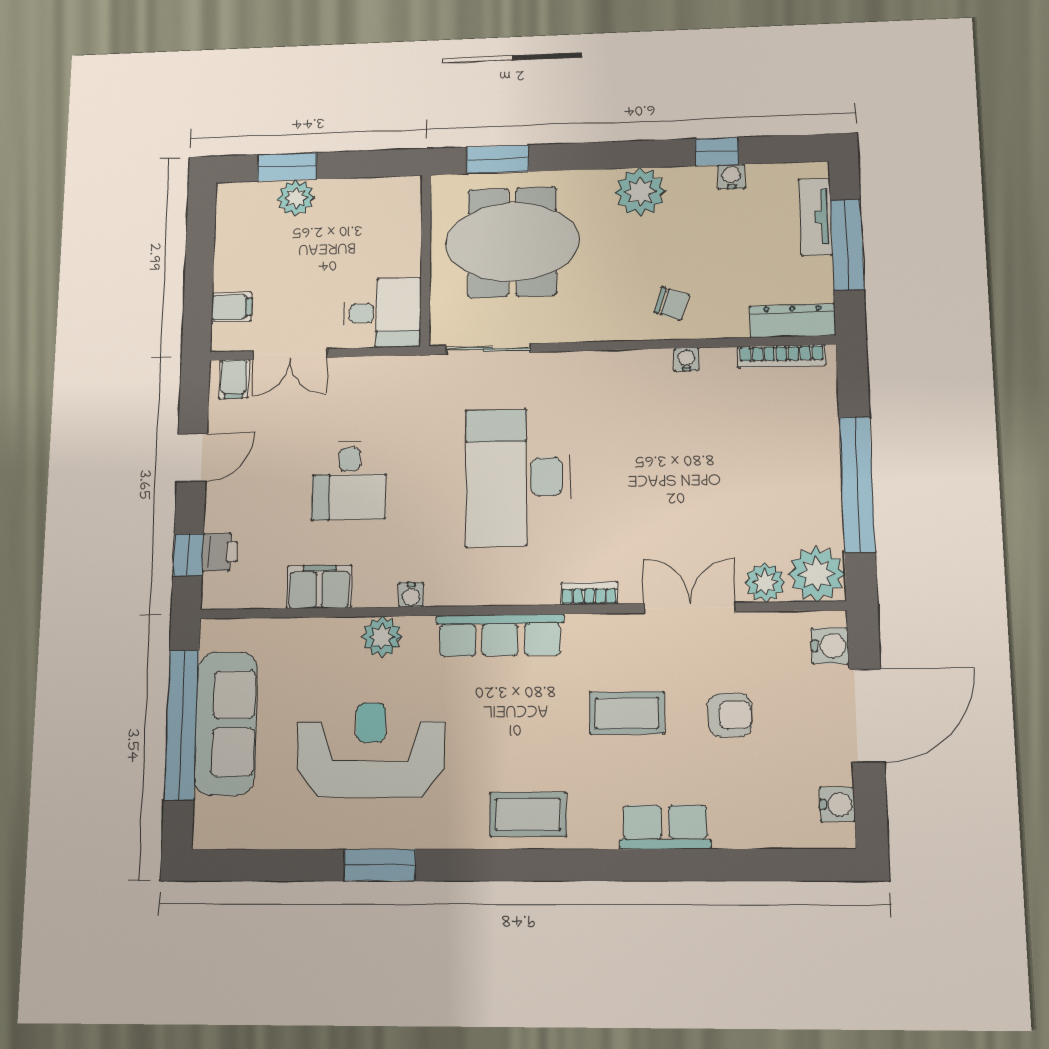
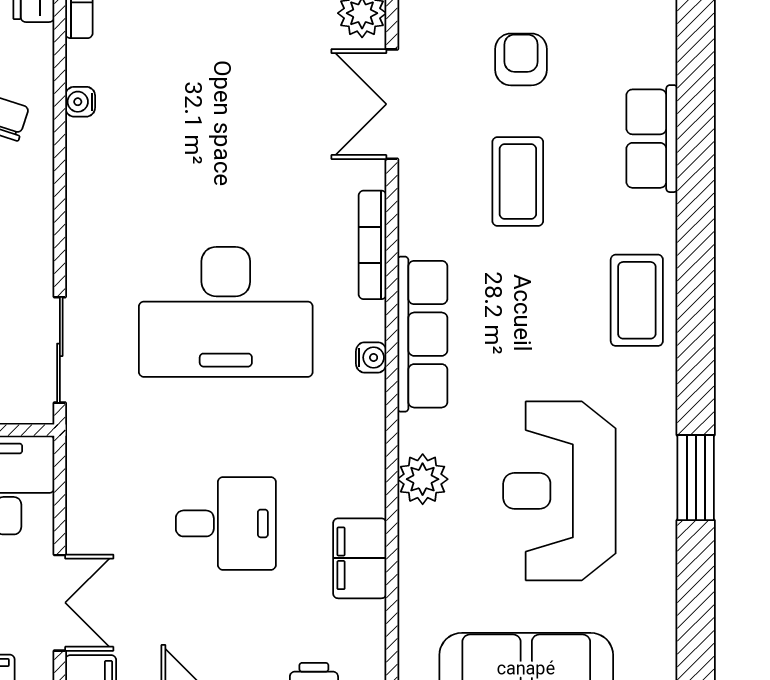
bookcase: (589, 593) -> (372, 245), width x1.56
water cooler: (411, 595) -> (371, 357), moved

